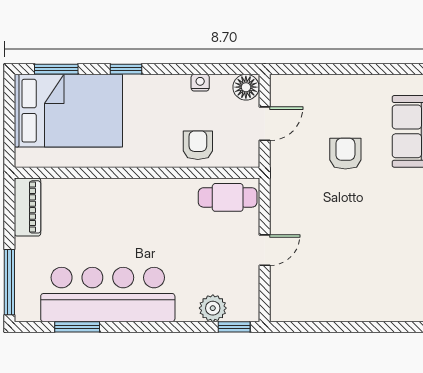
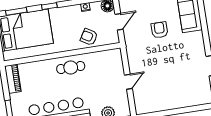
armchair: (198, 145) -> (89, 37), turned -59
cafe table: (228, 197) -> (71, 67), moved

